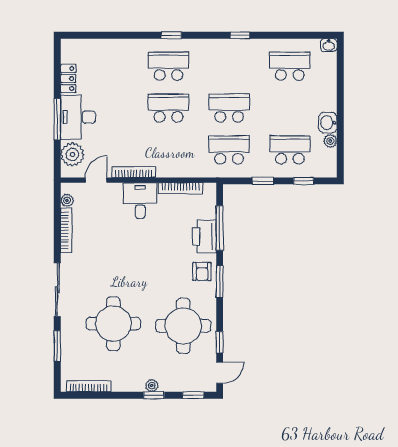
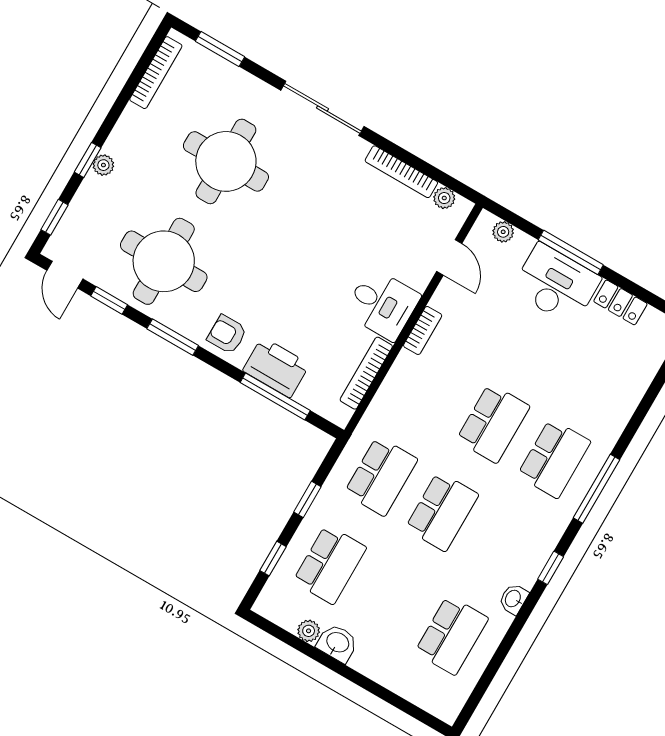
window: (171, 35) -> (596, 489), width x2.17
window: (240, 35) -> (551, 568), moved
washbasin: (329, 45) -> (513, 599), moved
plant: (72, 154) -> (503, 232), width x0.53, depth x0.53
bookcase: (134, 172) -> (423, 331), width x0.64
window: (220, 282) -> (173, 337), moved
window: (57, 346) -> (220, 49), moved

